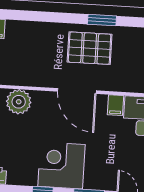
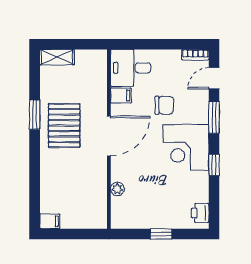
plant: (19, 102) -> (117, 189), width x0.53, depth x0.53
chair: (104, 147) -> (164, 105), added

